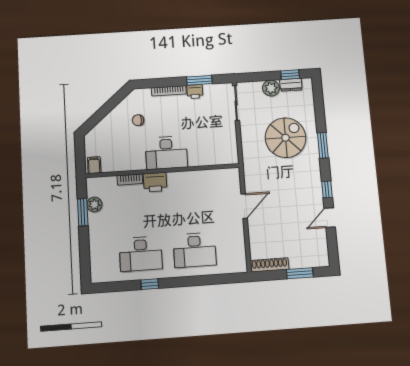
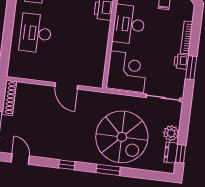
spiral stairs: (286, 138) -> (122, 137), width x1.37, depth x1.37
corner desk: (216, 145) -> (127, 72), added
door: (330, 218) -> (20, 159), moved

